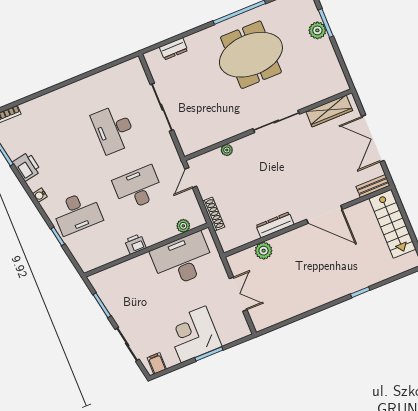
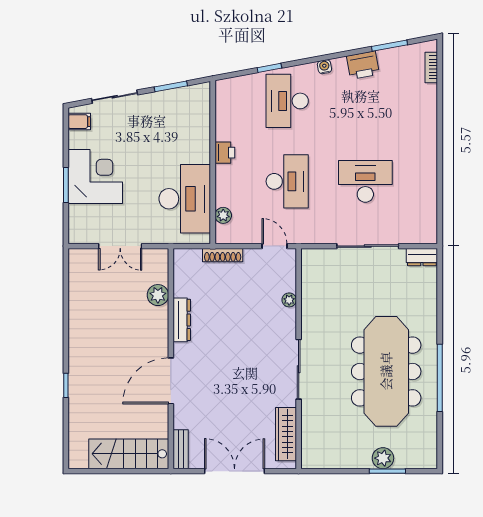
dresser: (174, 49) -> (422, 257), moved, turned -90
meeting table: (251, 55) -> (386, 371), width x1.36

